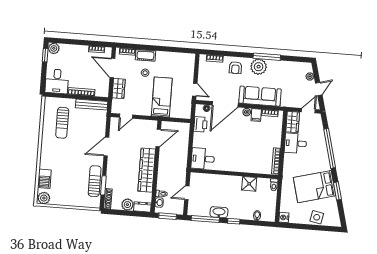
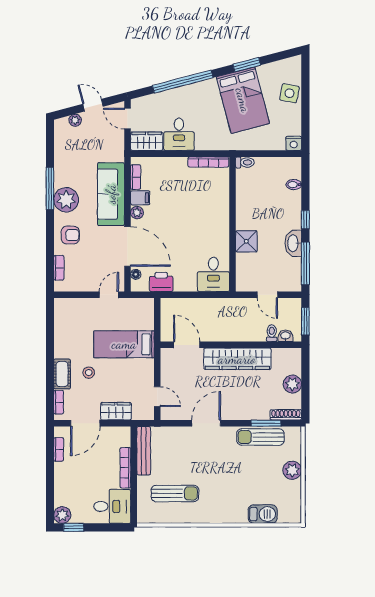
door: (106, 147) -> (206, 423), swing flipped
shower: (249, 184) -> (246, 241), moved
plant: (44, 198) -> (292, 470), moved
dresser: (142, 207) -> (294, 361), removed

